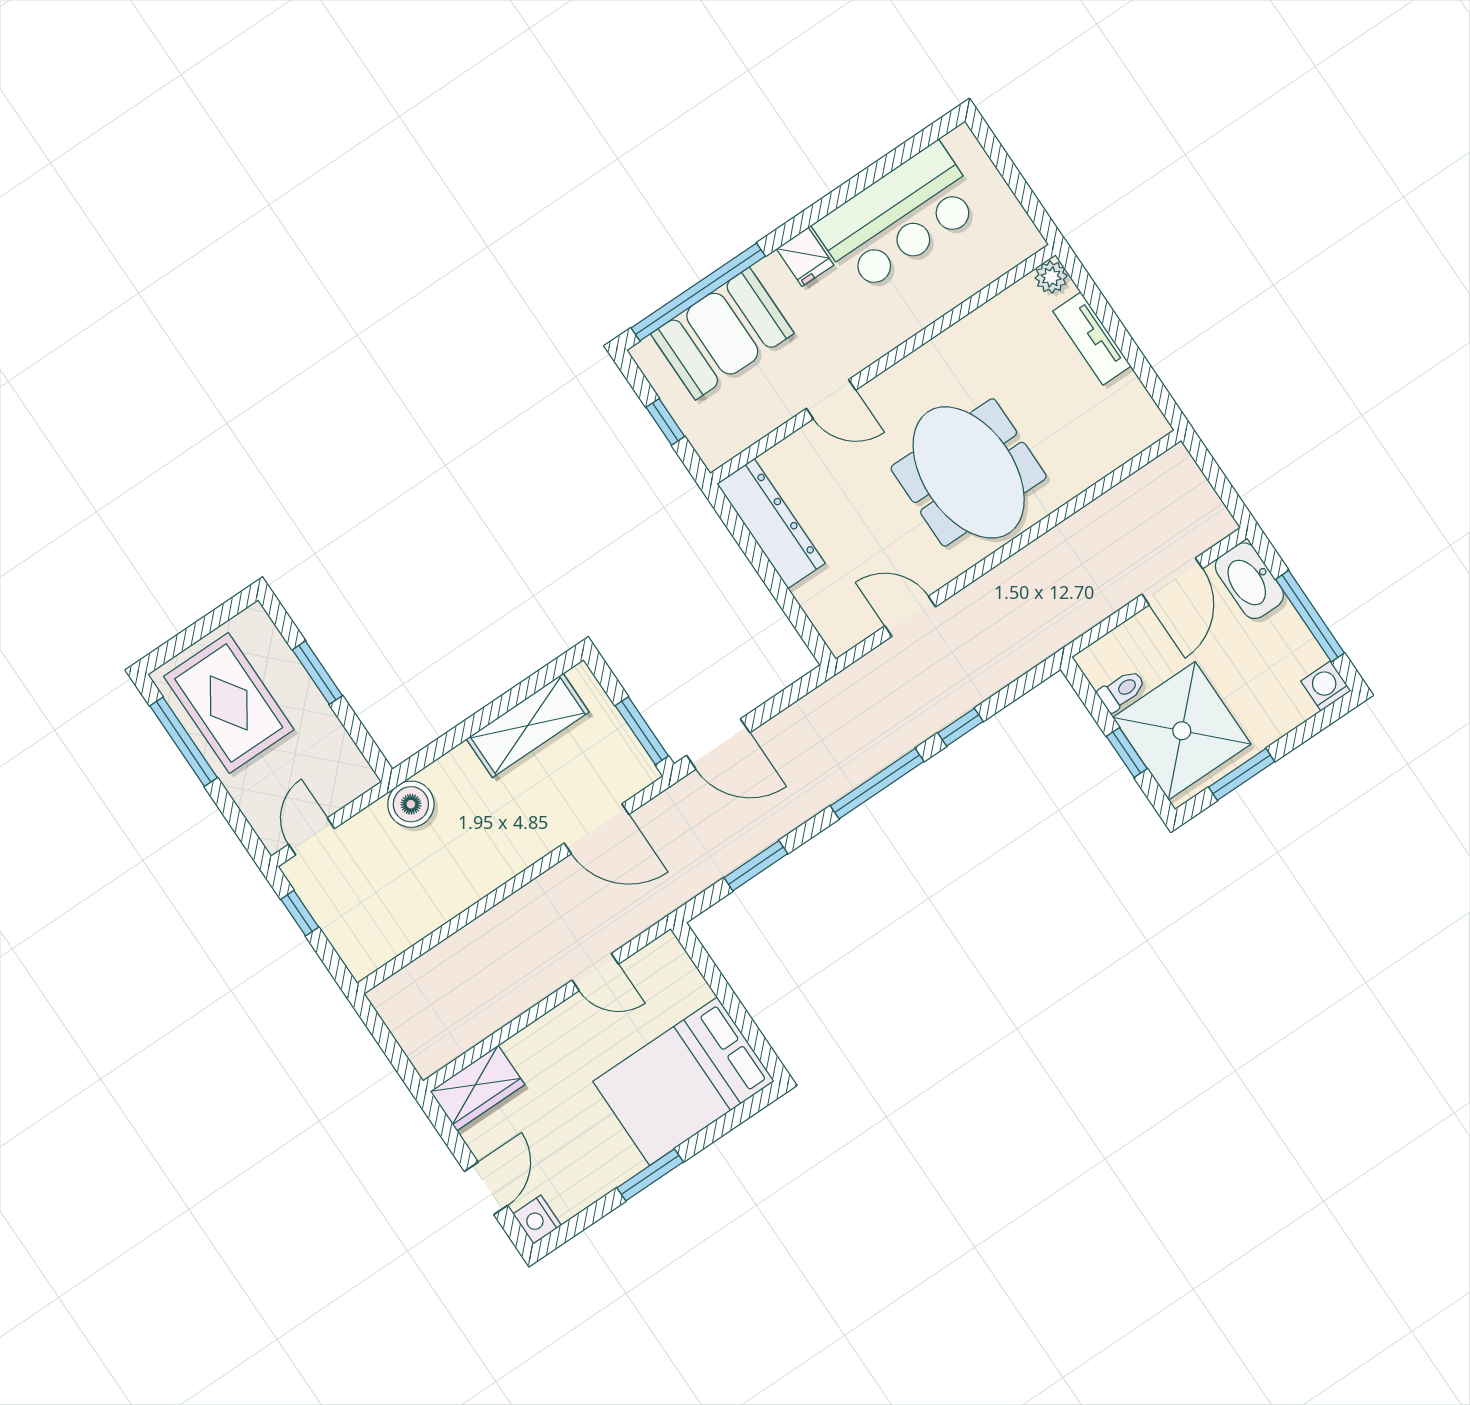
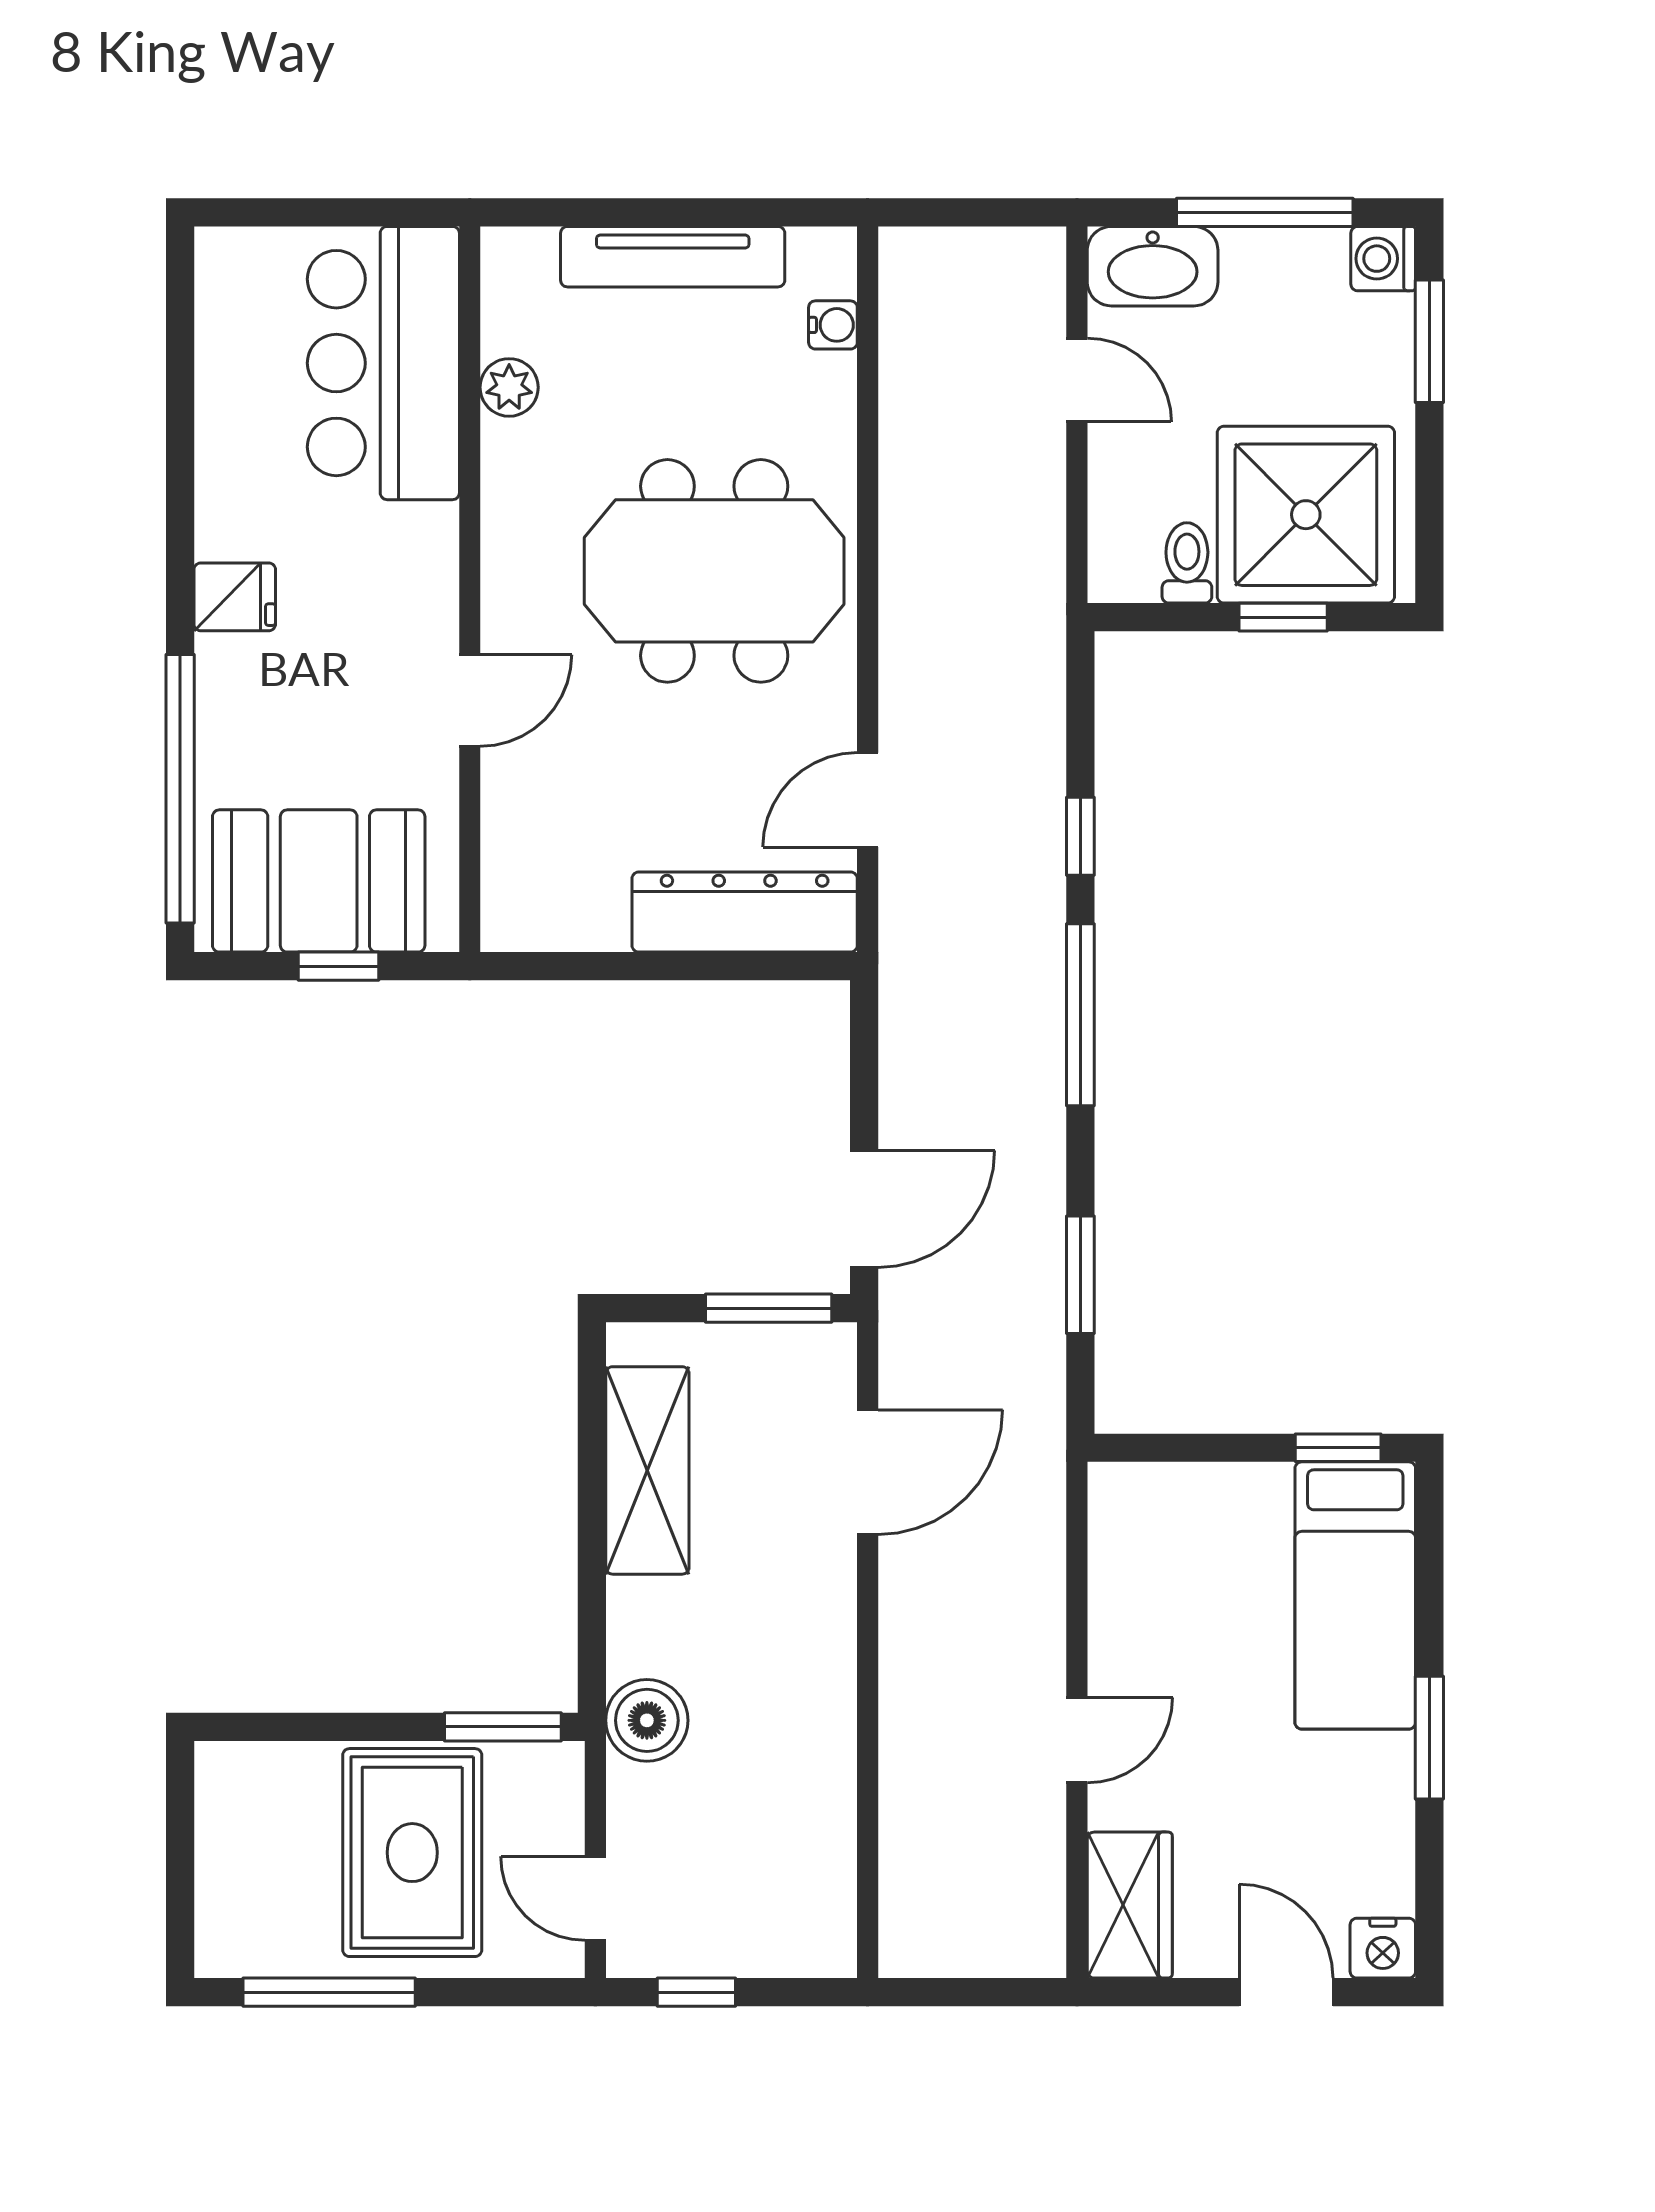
bar counter: (898, 218) -> (383, 363), moved, turned 180
plant: (1051, 277) -> (509, 387), moved
booth: (722, 334) -> (319, 881), moved, turned 90
tv unit: (1092, 339) -> (673, 257), width x1.41
water cooler: (1121, 450) -> (833, 325), added
dresser: (771, 524) -> (745, 912), moved
door: (1172, 581) -> (1077, 380), width x0.73
window: (317, 673) -> (503, 1727), moved
rug: (229, 703) -> (412, 1853), moved, turned 90
window: (1242, 774) -> (1429, 341), moved
door: (595, 972) -> (1077, 1740), moved
window: (757, 1041) -> (1338, 1448), added
bed: (684, 1081) -> (1355, 1595), width x0.67

